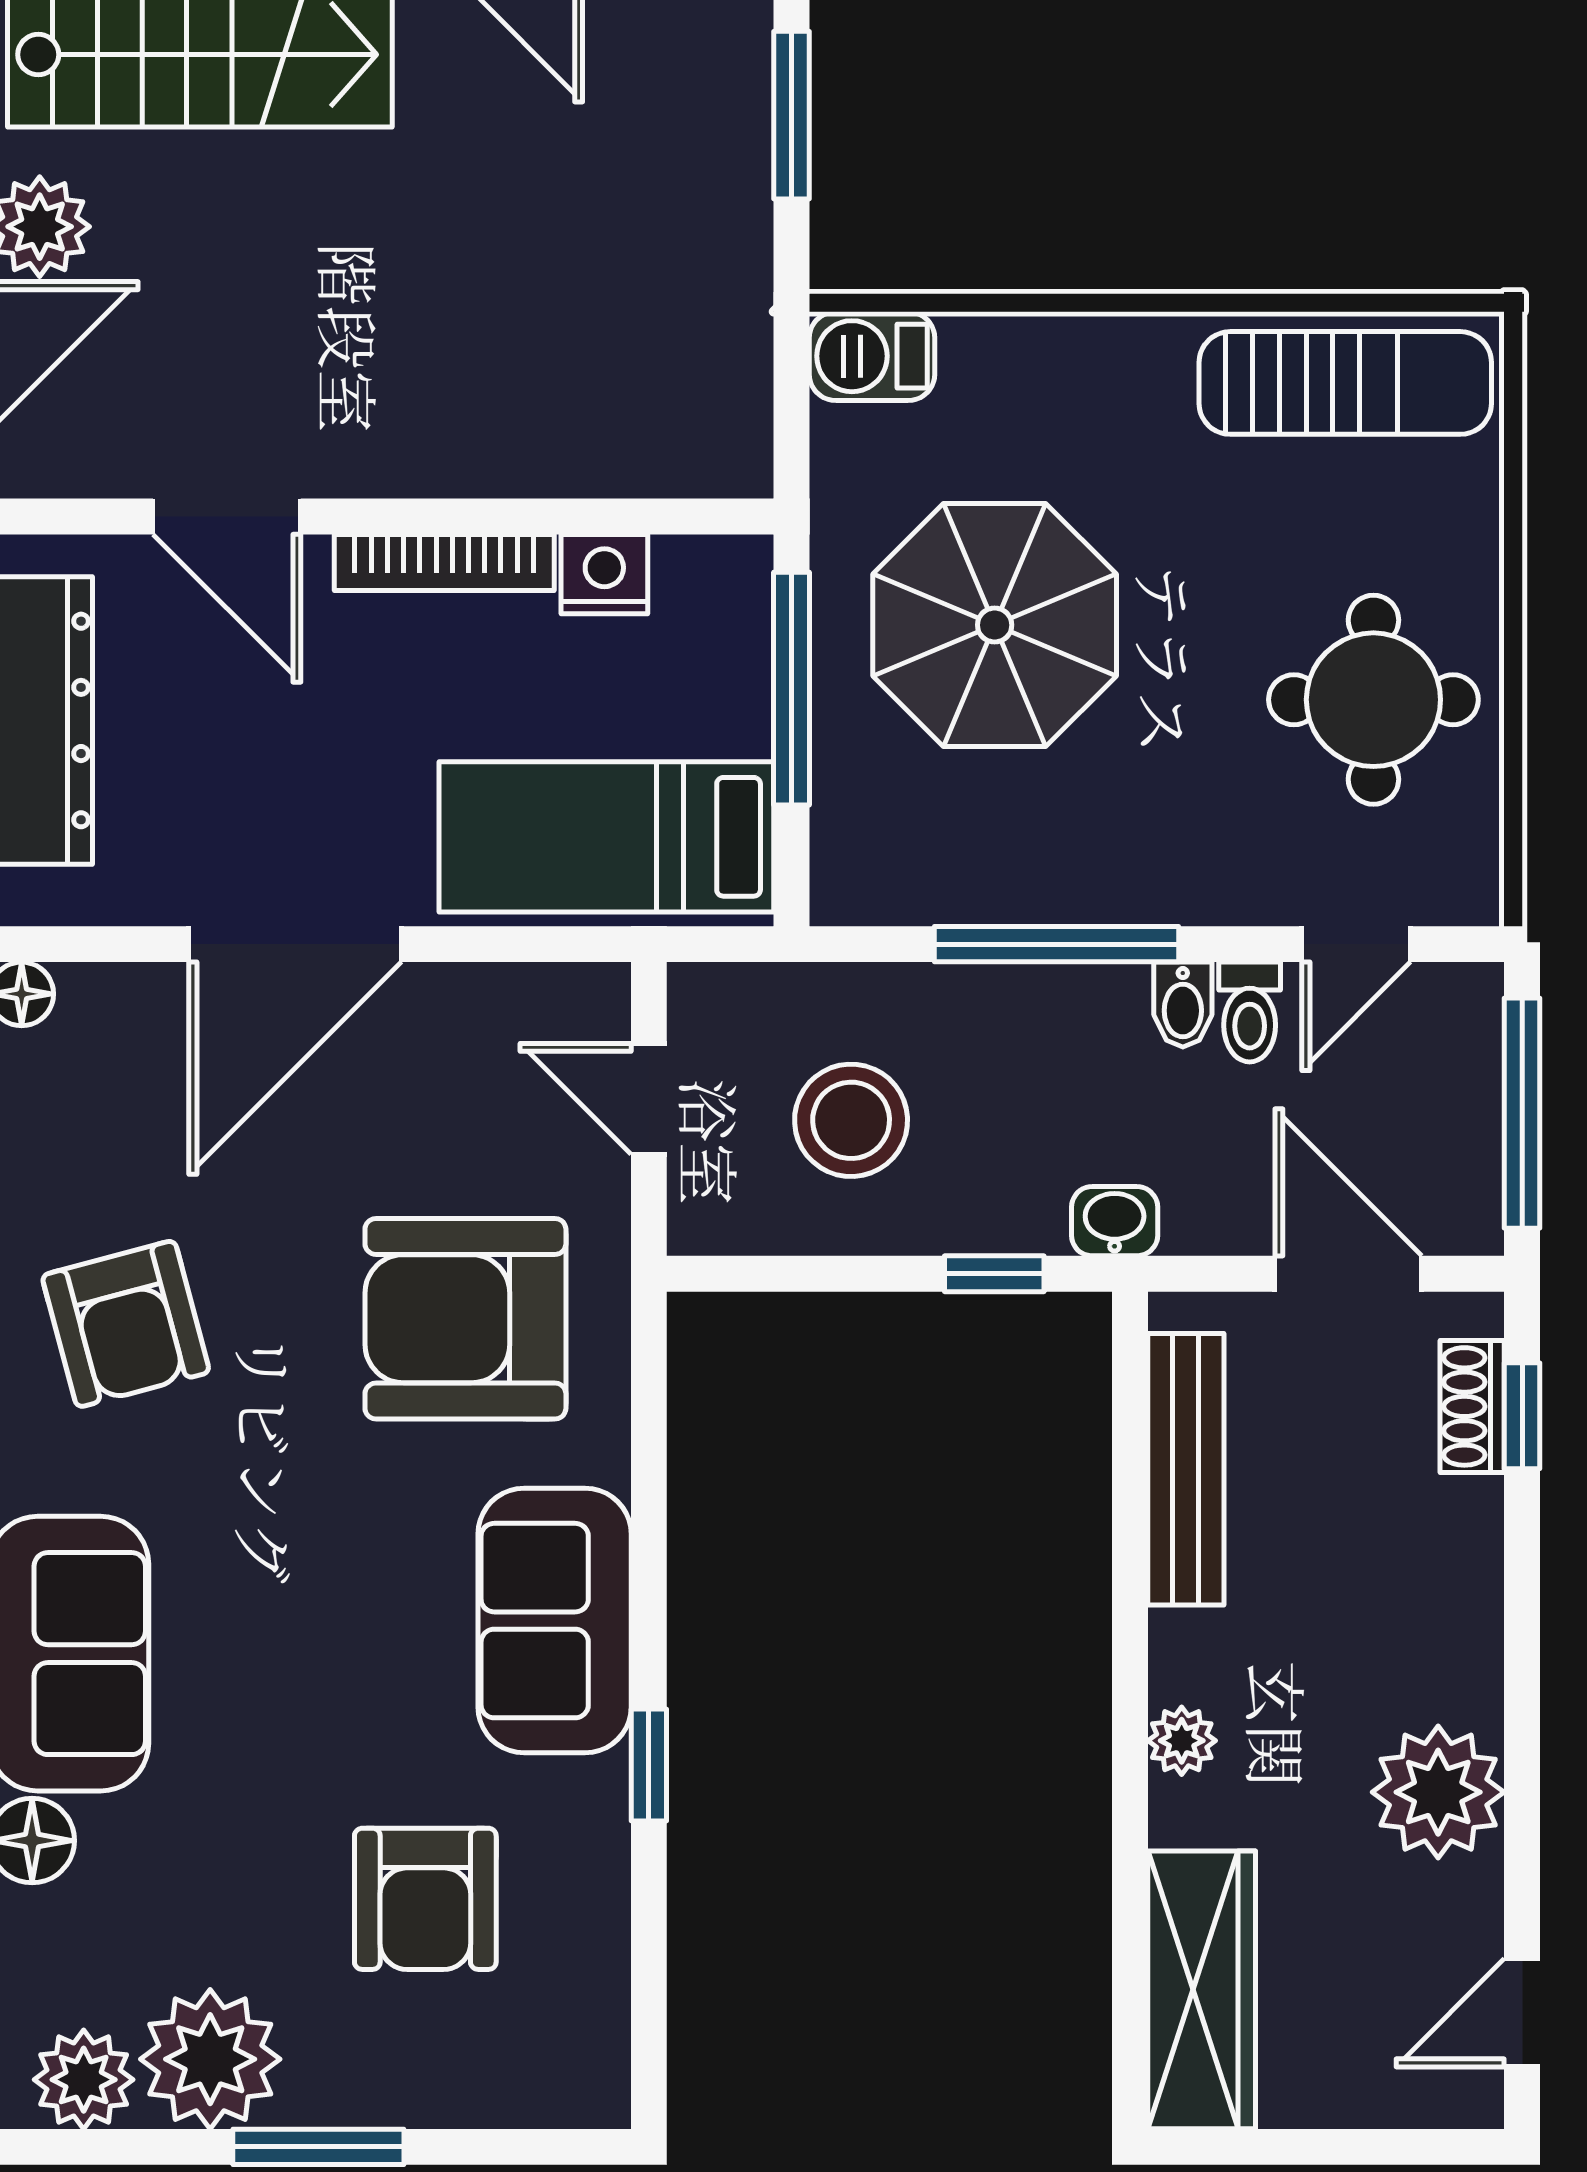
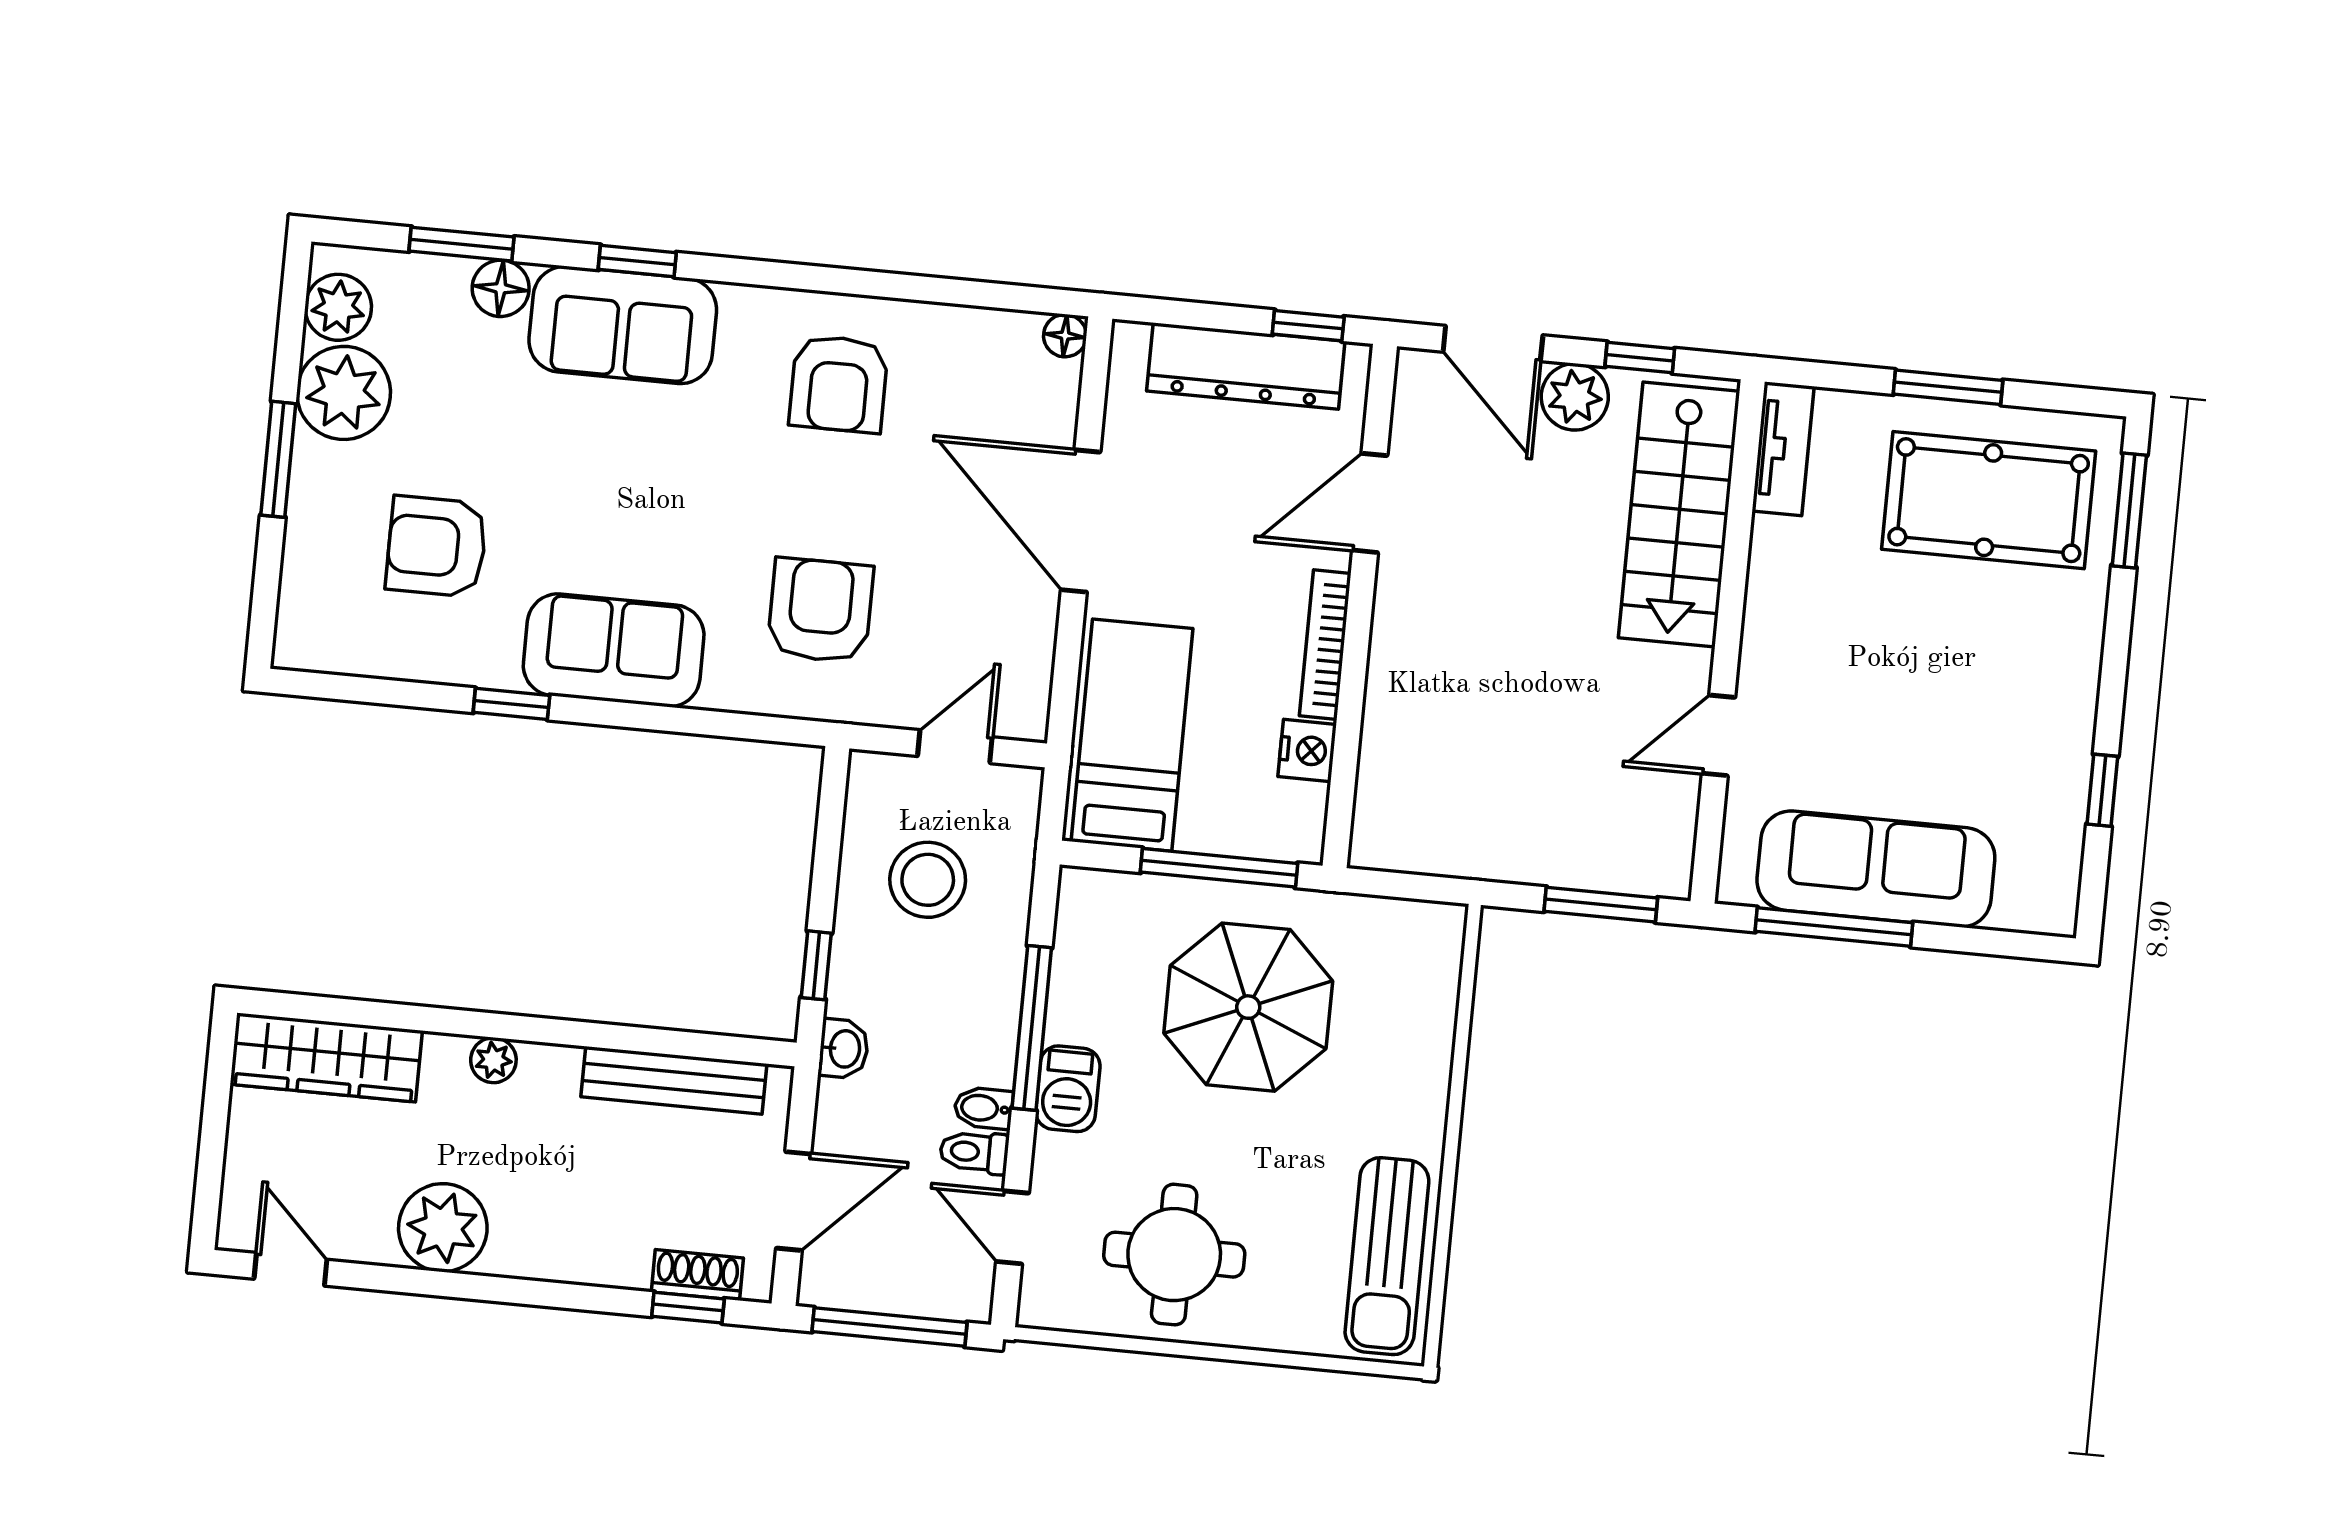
barbecue: (872, 356) -> (1068, 1089), moved, turned 180
armchair: (465, 1319) -> (820, 610), width x0.73, depth x0.73
armchair: (126, 1324) -> (839, 384), turned -75

